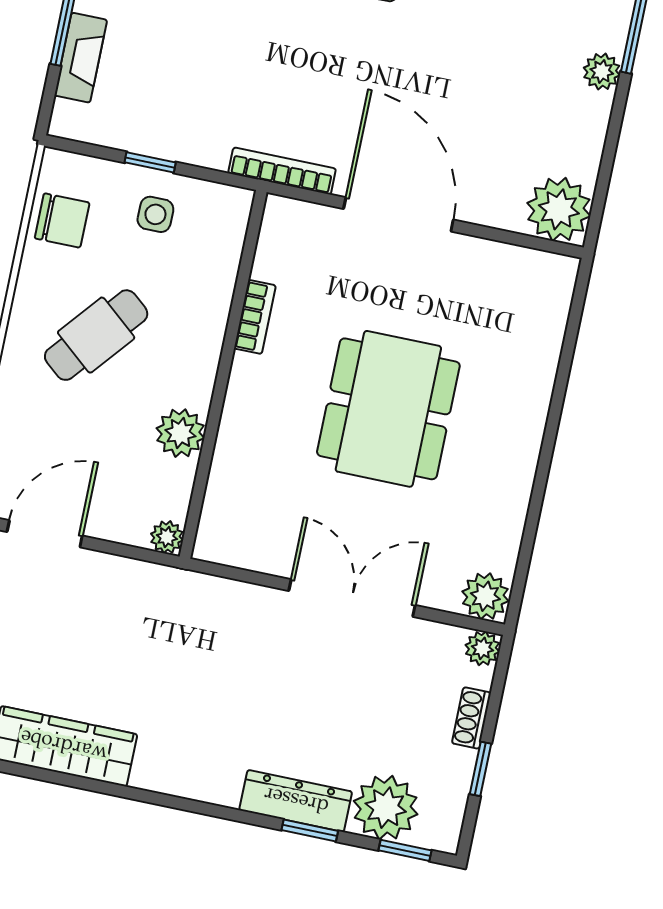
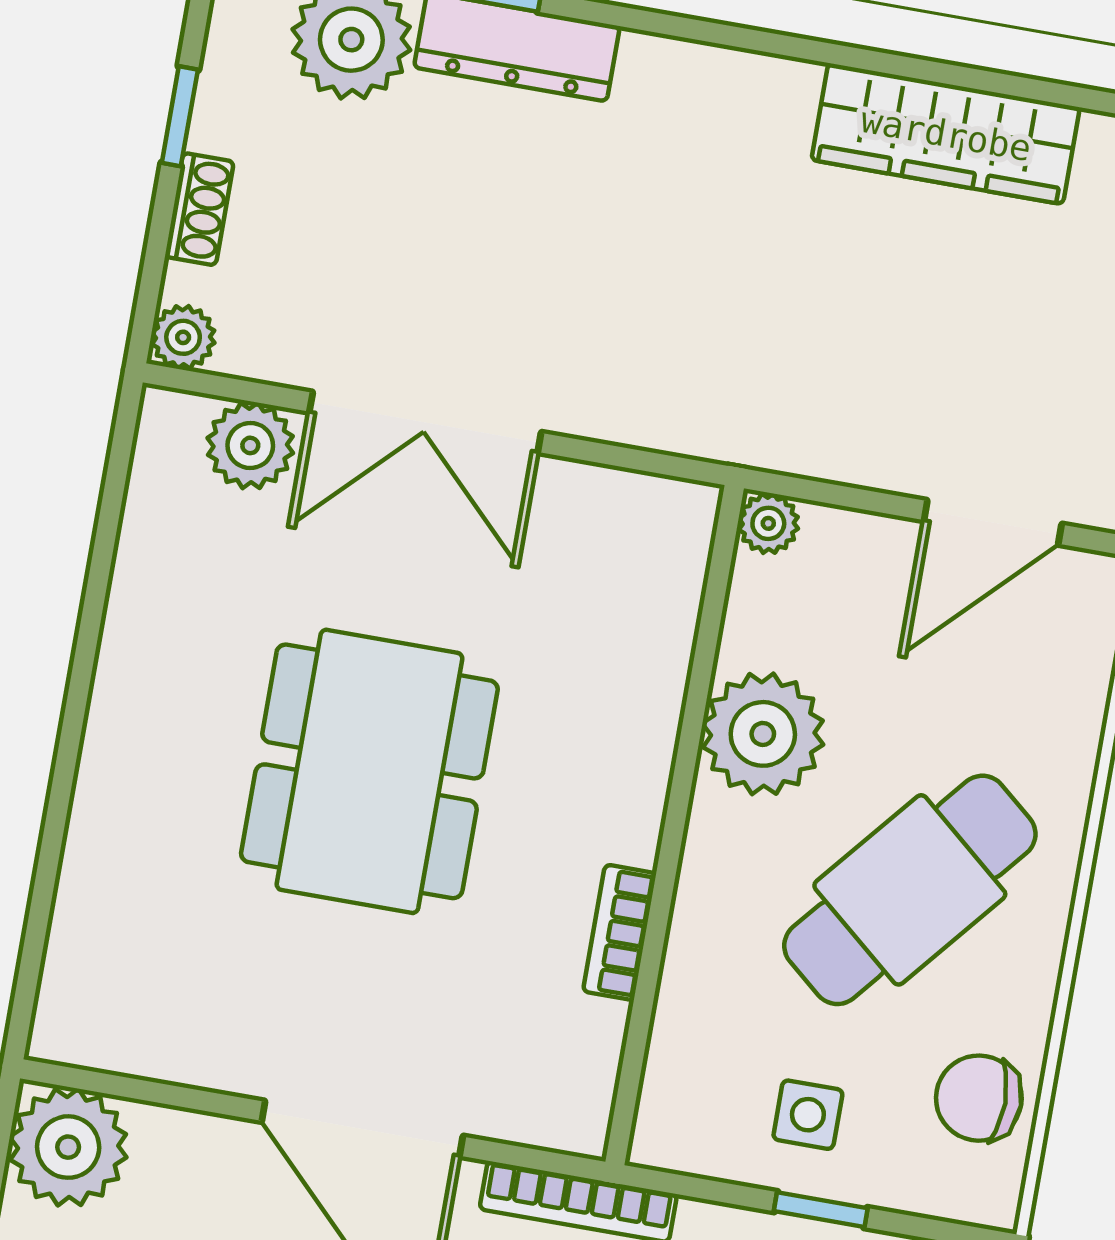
cafe table: (96, 335) -> (910, 890), width x1.37, depth x1.35
plant: (180, 433) -> (763, 734), width x1.36, depth x1.36
plant: (485, 596) -> (250, 445), moved

